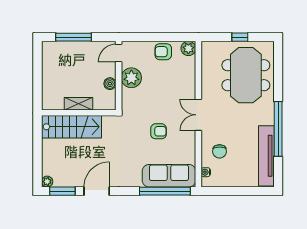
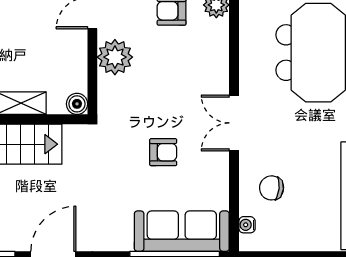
boiler: (110, 84) -> (77, 104), moved
chair: (220, 151) -> (272, 188), turned 96

